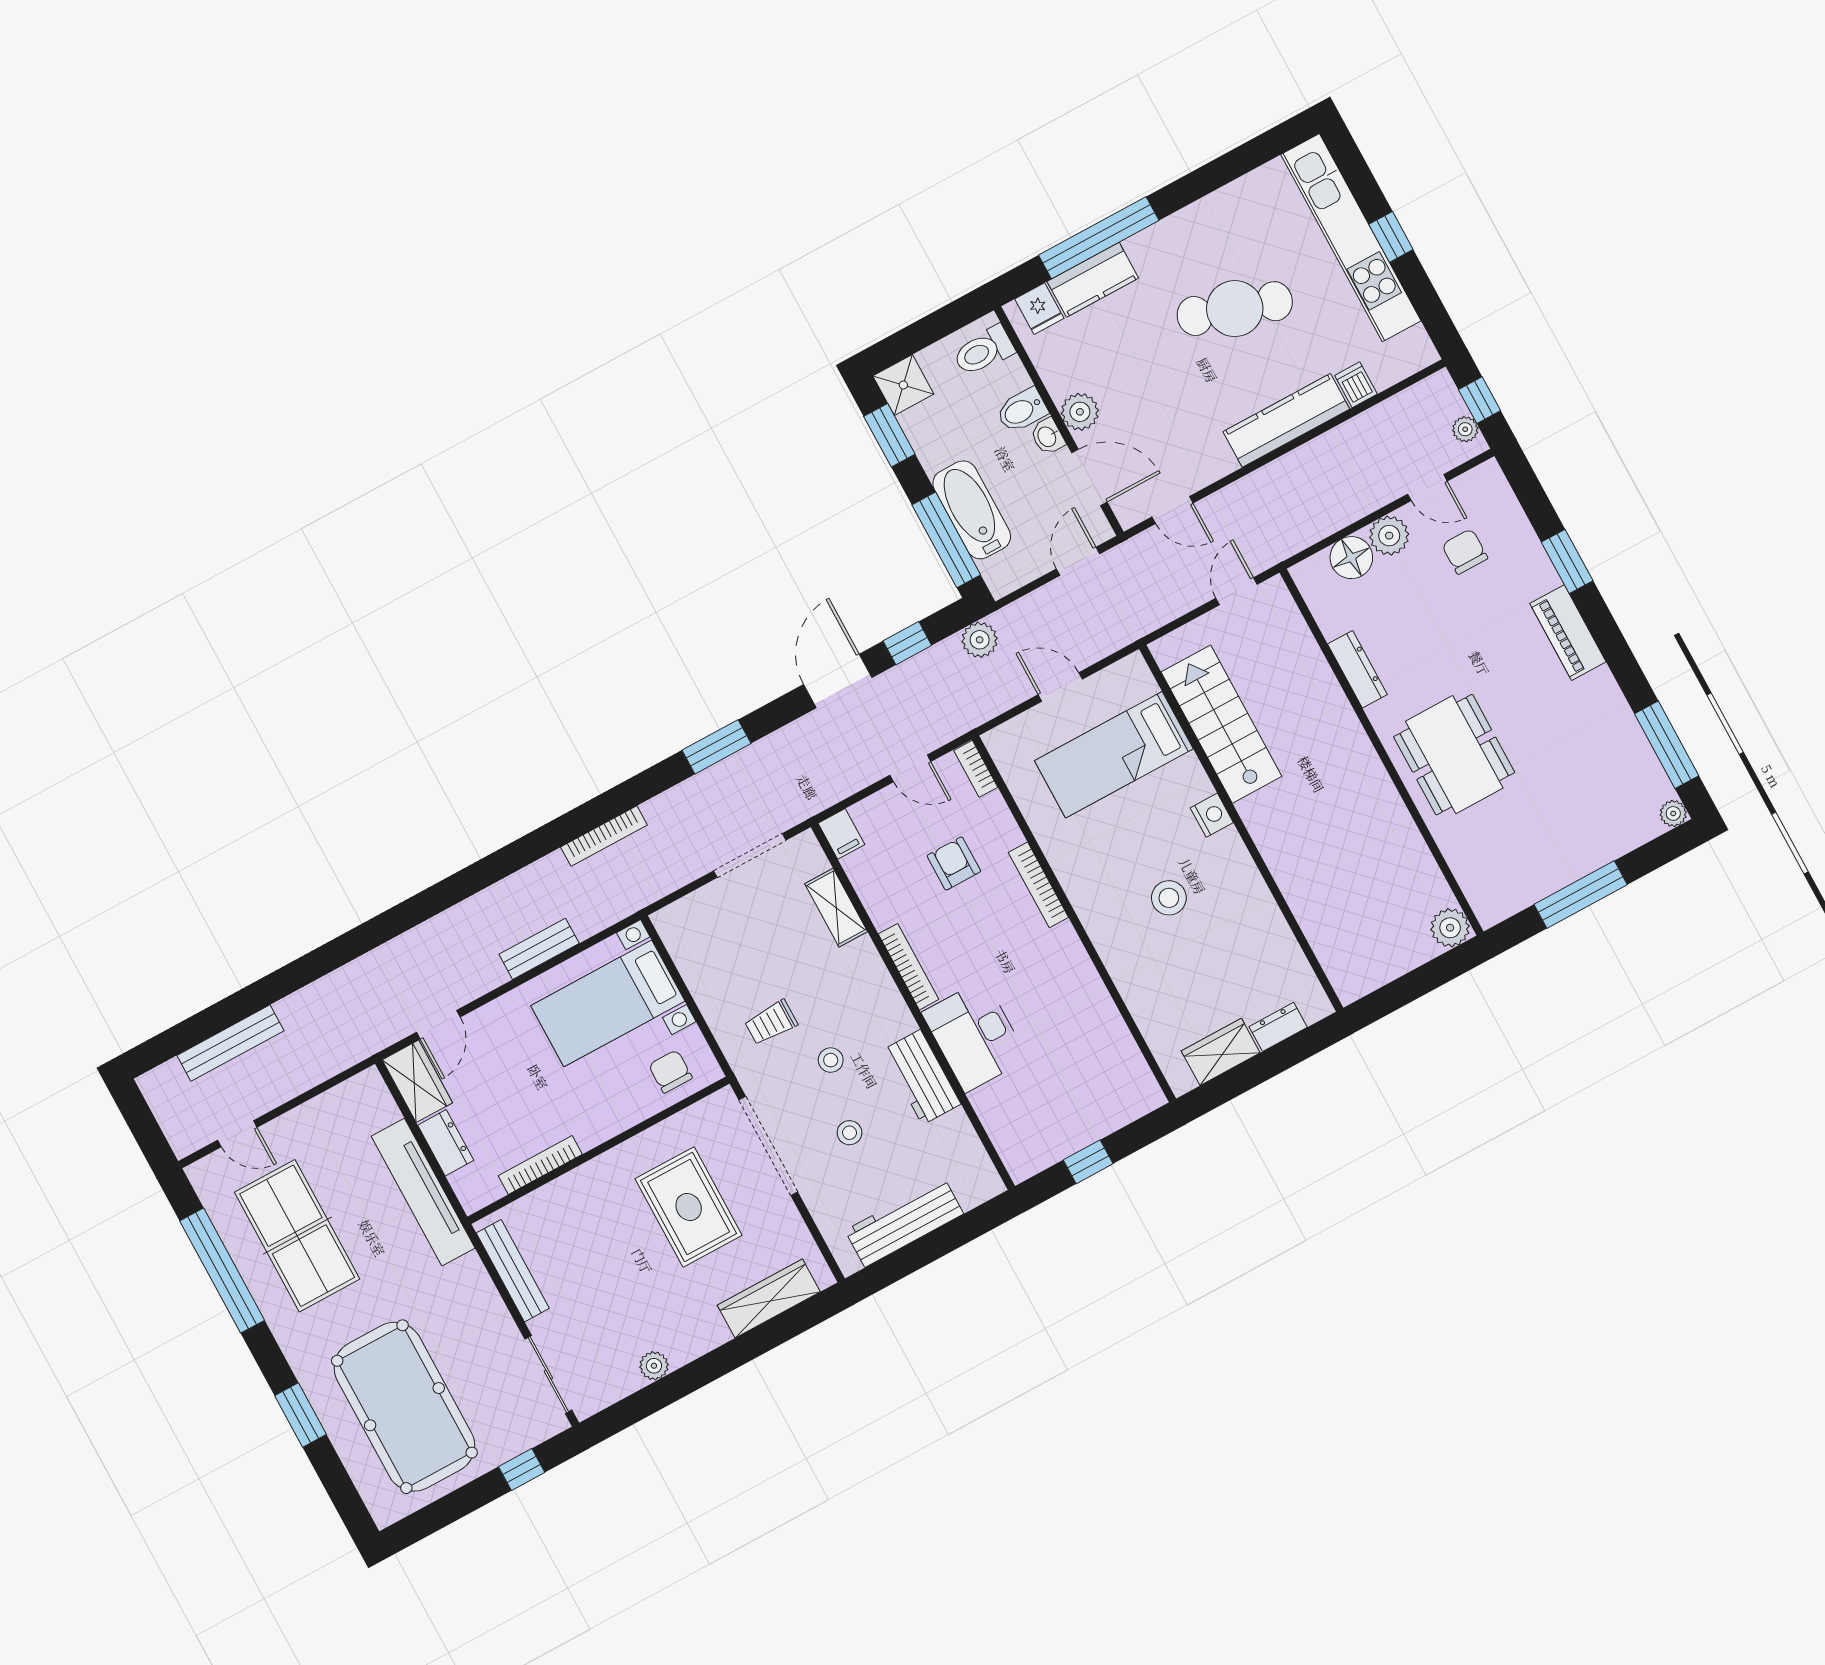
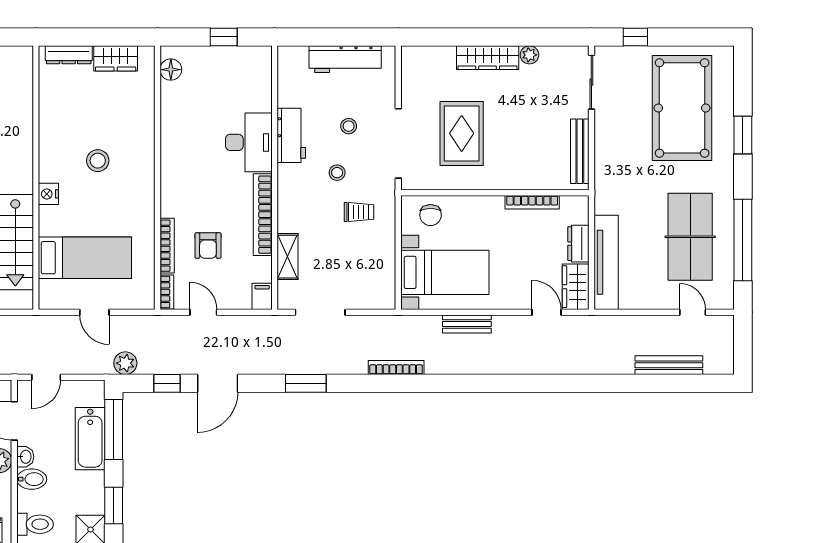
bookcase: (1038, 885) -> (167, 246), moved
bookcase: (908, 967) -> (263, 215), width x1.48, depth x1.31
door: (438, 1025) -> (547, 312), hinge flipped
dresser: (1278, 1027) -> (69, 55), width x1.44
floor lamp: (1136, 1078) -> (171, 70), added
tv unit: (423, 1192) -> (606, 262), moved
wardrobe: (769, 1298) -> (488, 58), moved

